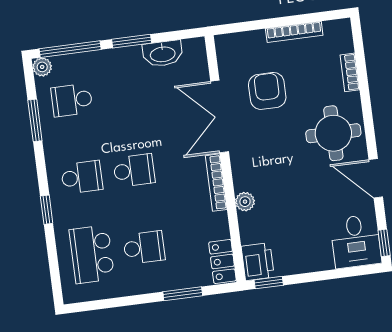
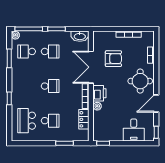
washbasin: (163, 54) -> (80, 36), moved
armchair: (267, 91) -> (113, 59), turned 90
school desk: (82, 177) -> (50, 51), moved
door: (376, 178) -> (156, 103), hinge flipped
desk: (356, 241) -> (134, 130), moved
locker: (222, 261) -> (84, 119), moved
printer: (258, 262) -> (99, 93), moved

